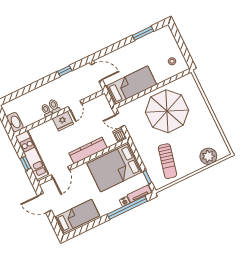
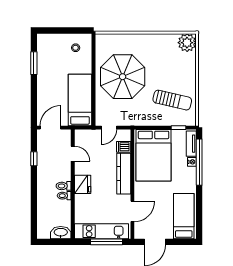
door: (75, 105) -> (73, 154), moved
dishwasher: (120, 135) -> (124, 147), moved
plant: (208, 156) -> (187, 43), moved
window: (25, 163) -> (107, 242), width x2.17
door: (60, 172) -> (132, 211), hinge flipped

